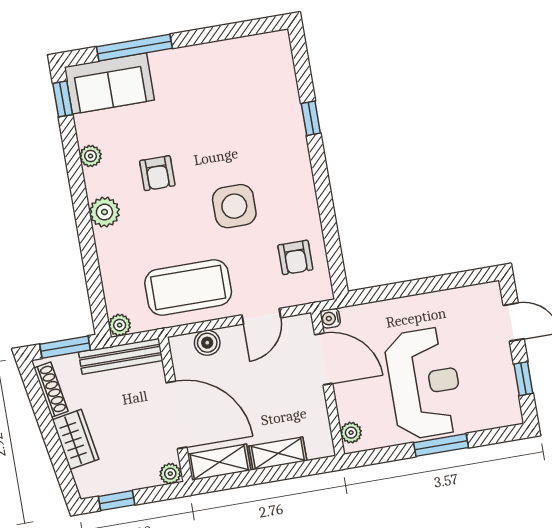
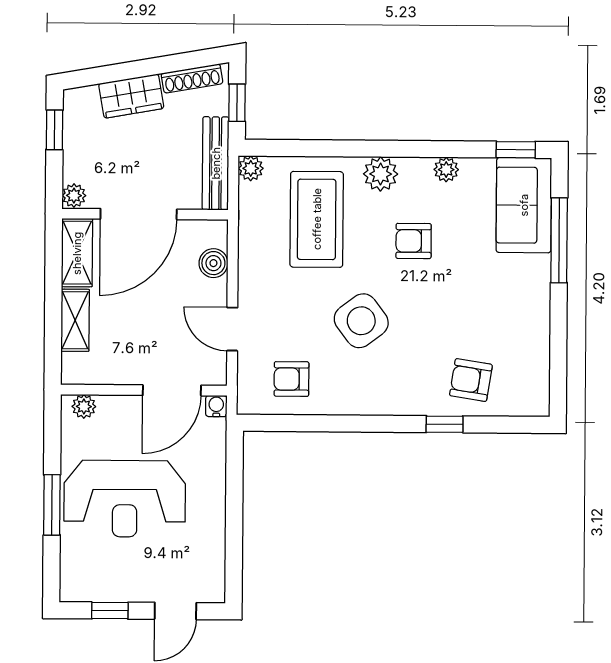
armchair: (269, 102) -> (471, 380), added
side table: (234, 206) -> (361, 321), turned -37
coffee table: (188, 287) -> (317, 219), moved
window: (65, 347) -> (237, 103), width x0.67

